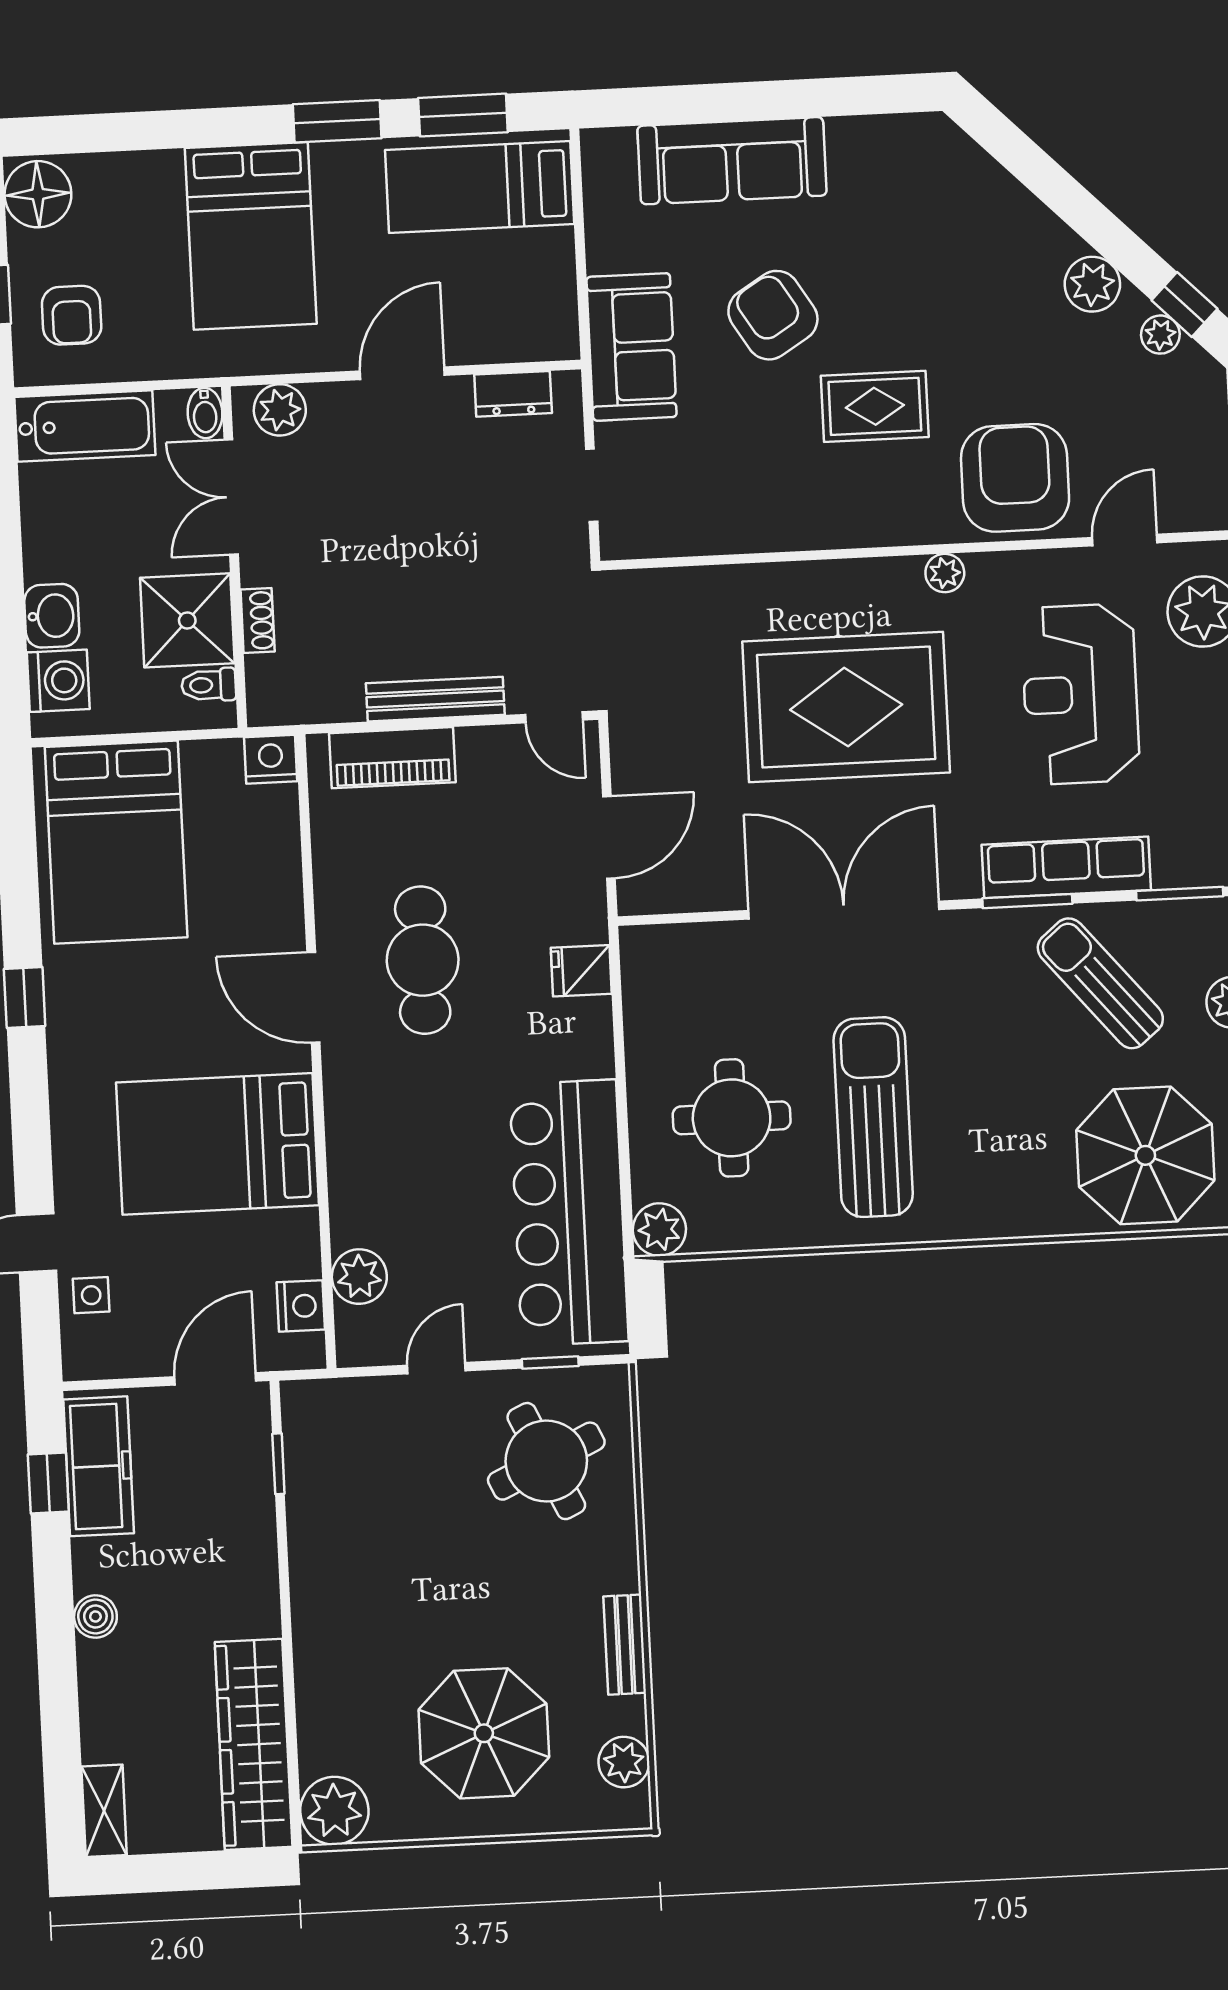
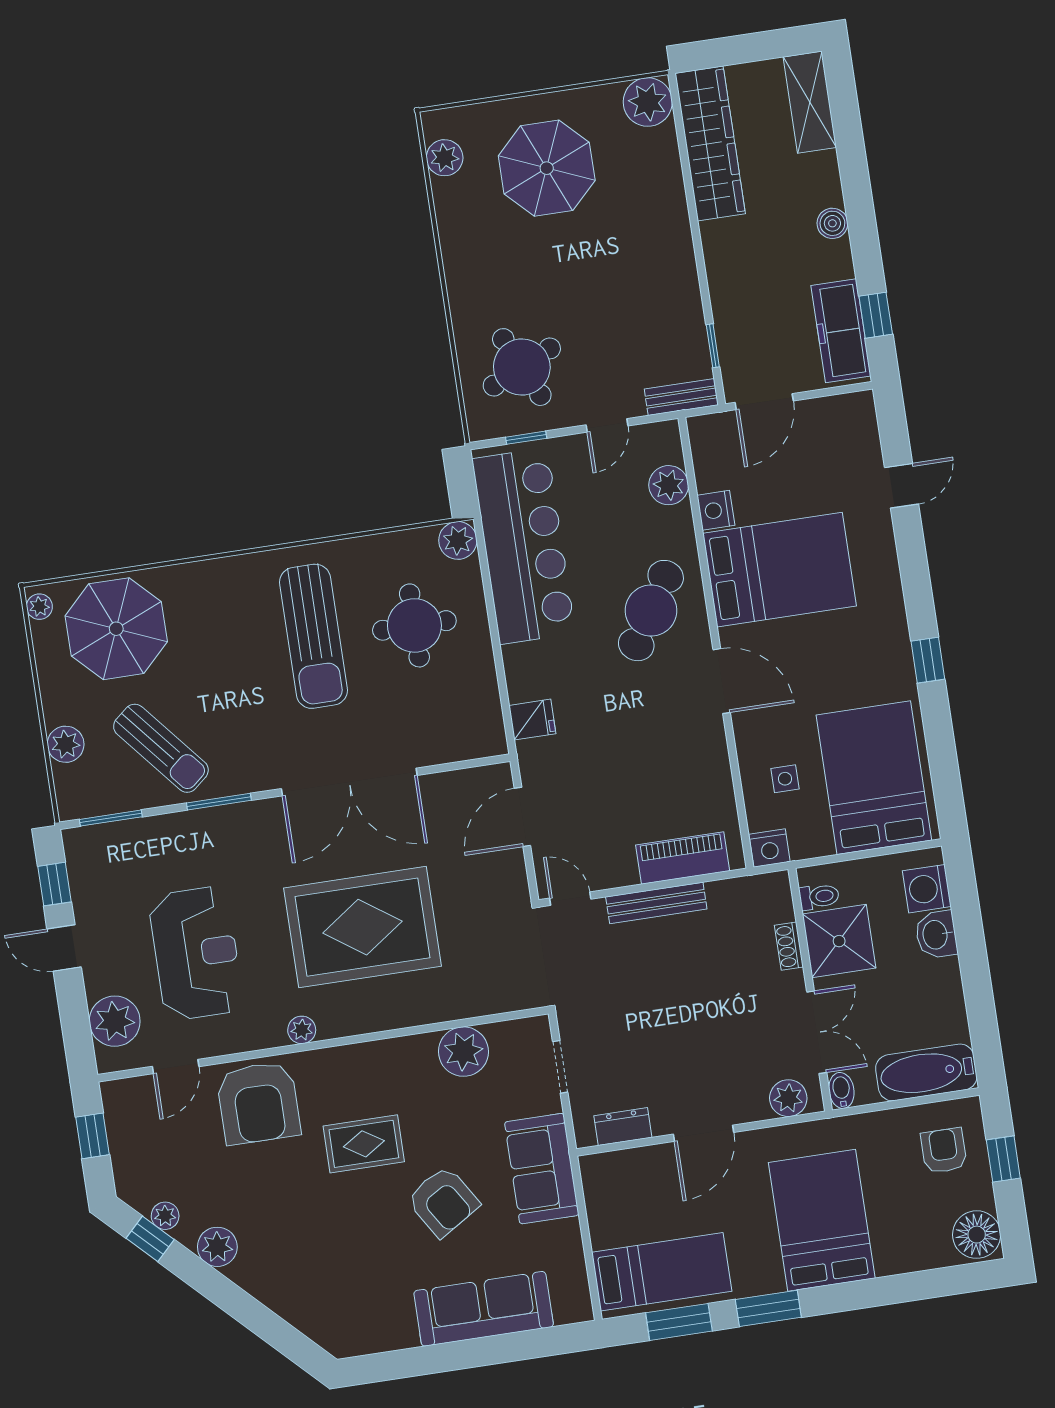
plant: (724, 520) -> (463, 1052), added
row of seats: (1066, 867) -> (194, 829), removed
cafe table: (423, 960) -> (651, 611), moved, turned 32
side table: (91, 1295) -> (785, 779), moved
nightstand: (301, 1306) -> (716, 510), moved
bench: (625, 1645) -> (681, 397), moved, turned 90
shelving: (104, 1811) -> (810, 102), width x1.50, depth x1.33

